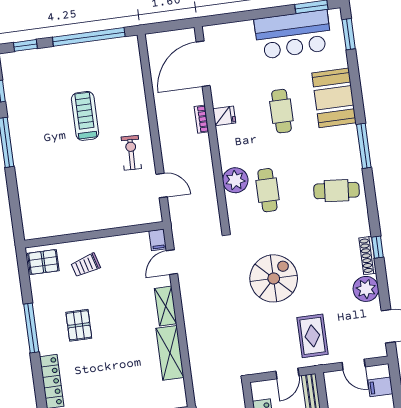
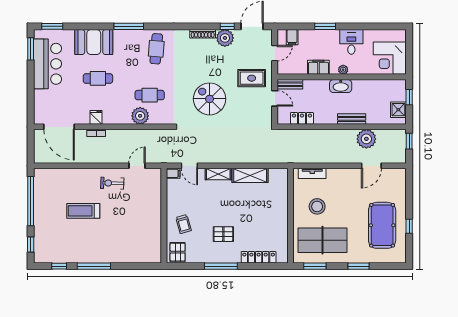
window: (378, 247) -> (227, 26), moved

